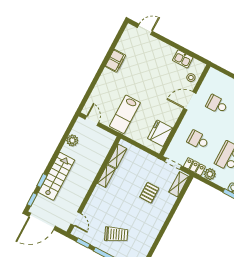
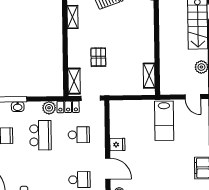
door: (190, 101) -> (108, 169), hinge flipped
lab bench: (125, 114) -> (164, 121), turned 180
fridge: (160, 133) -> (117, 145), moved, width x0.53, depth x0.75
shelving: (106, 176) -> (73, 17), moved

